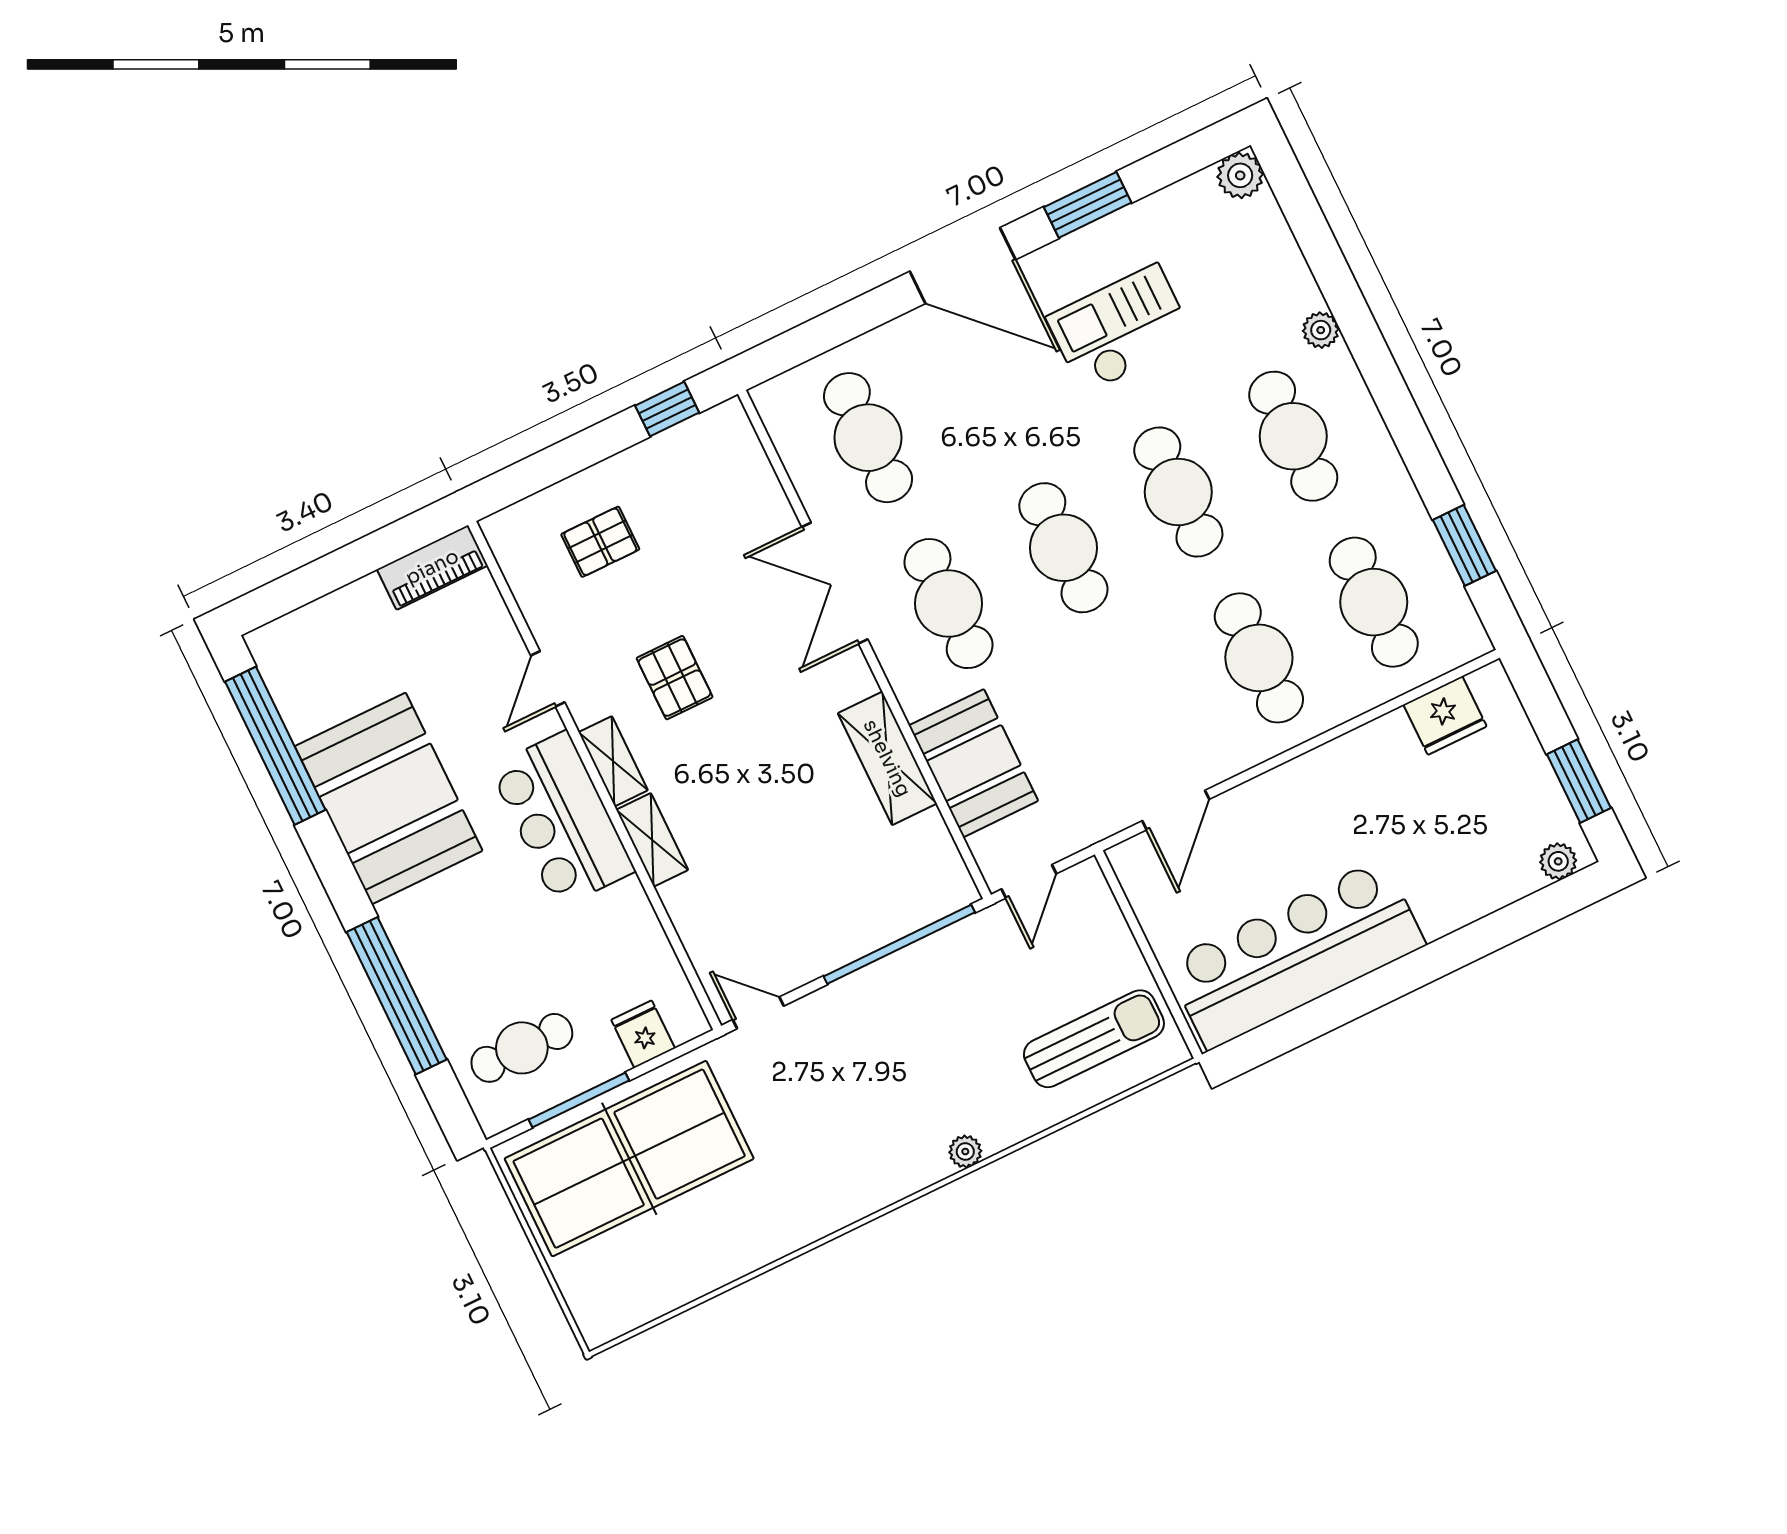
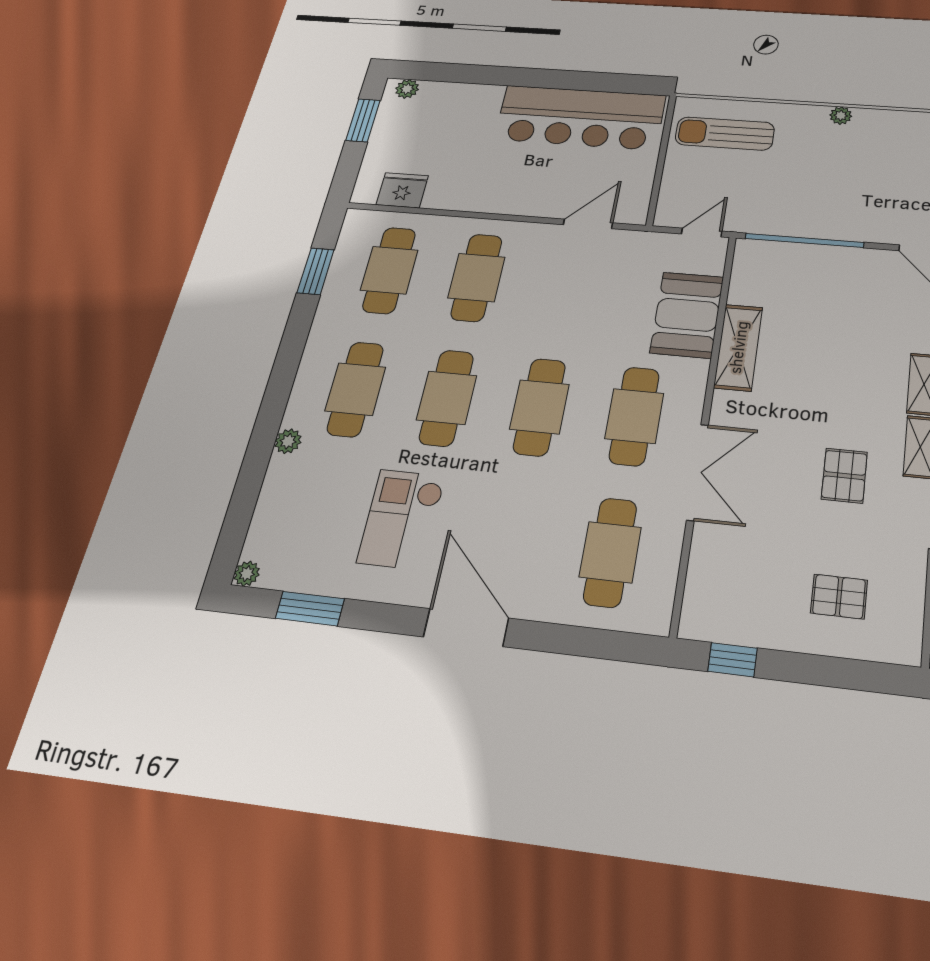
plant: (1240, 175) -> (247, 574), width x0.73, depth x0.73
window: (1088, 205) -> (310, 609), moved
checkout: (1121, 329) -> (402, 519), turned 90

